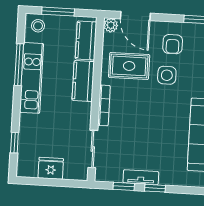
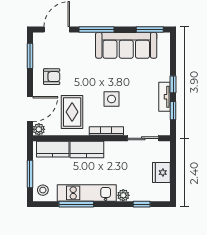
side table: (167, 75) -> (112, 99), moved
plant: (26, 121) -> (123, 195), added

